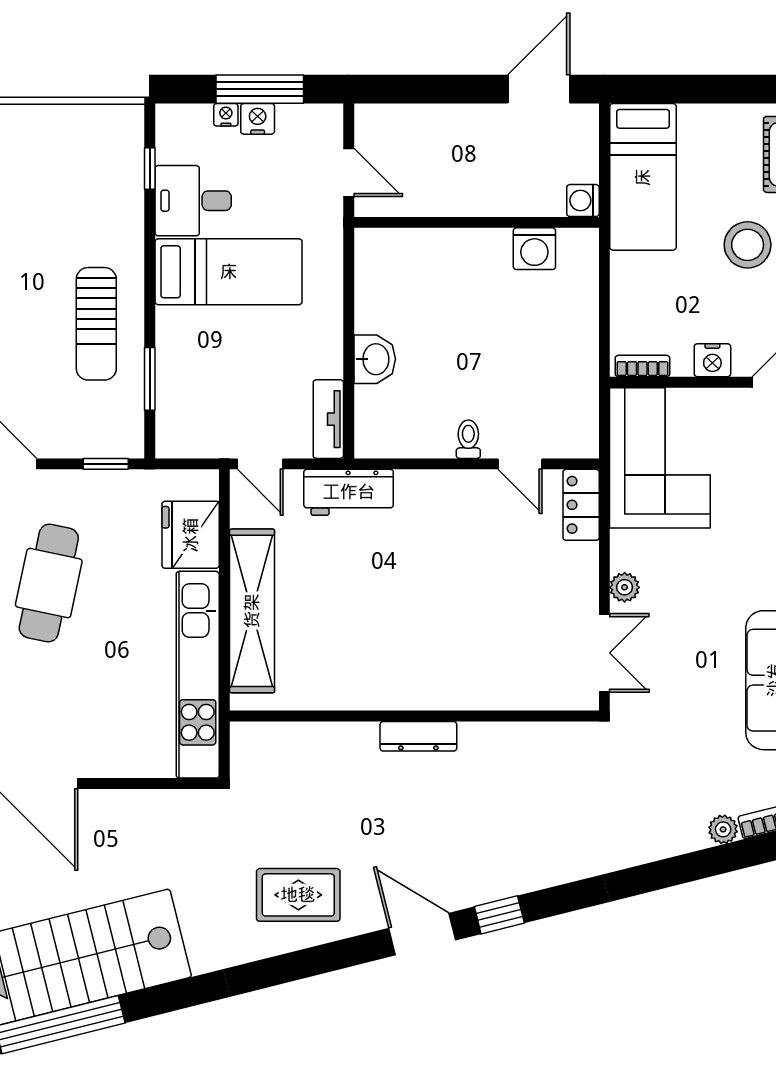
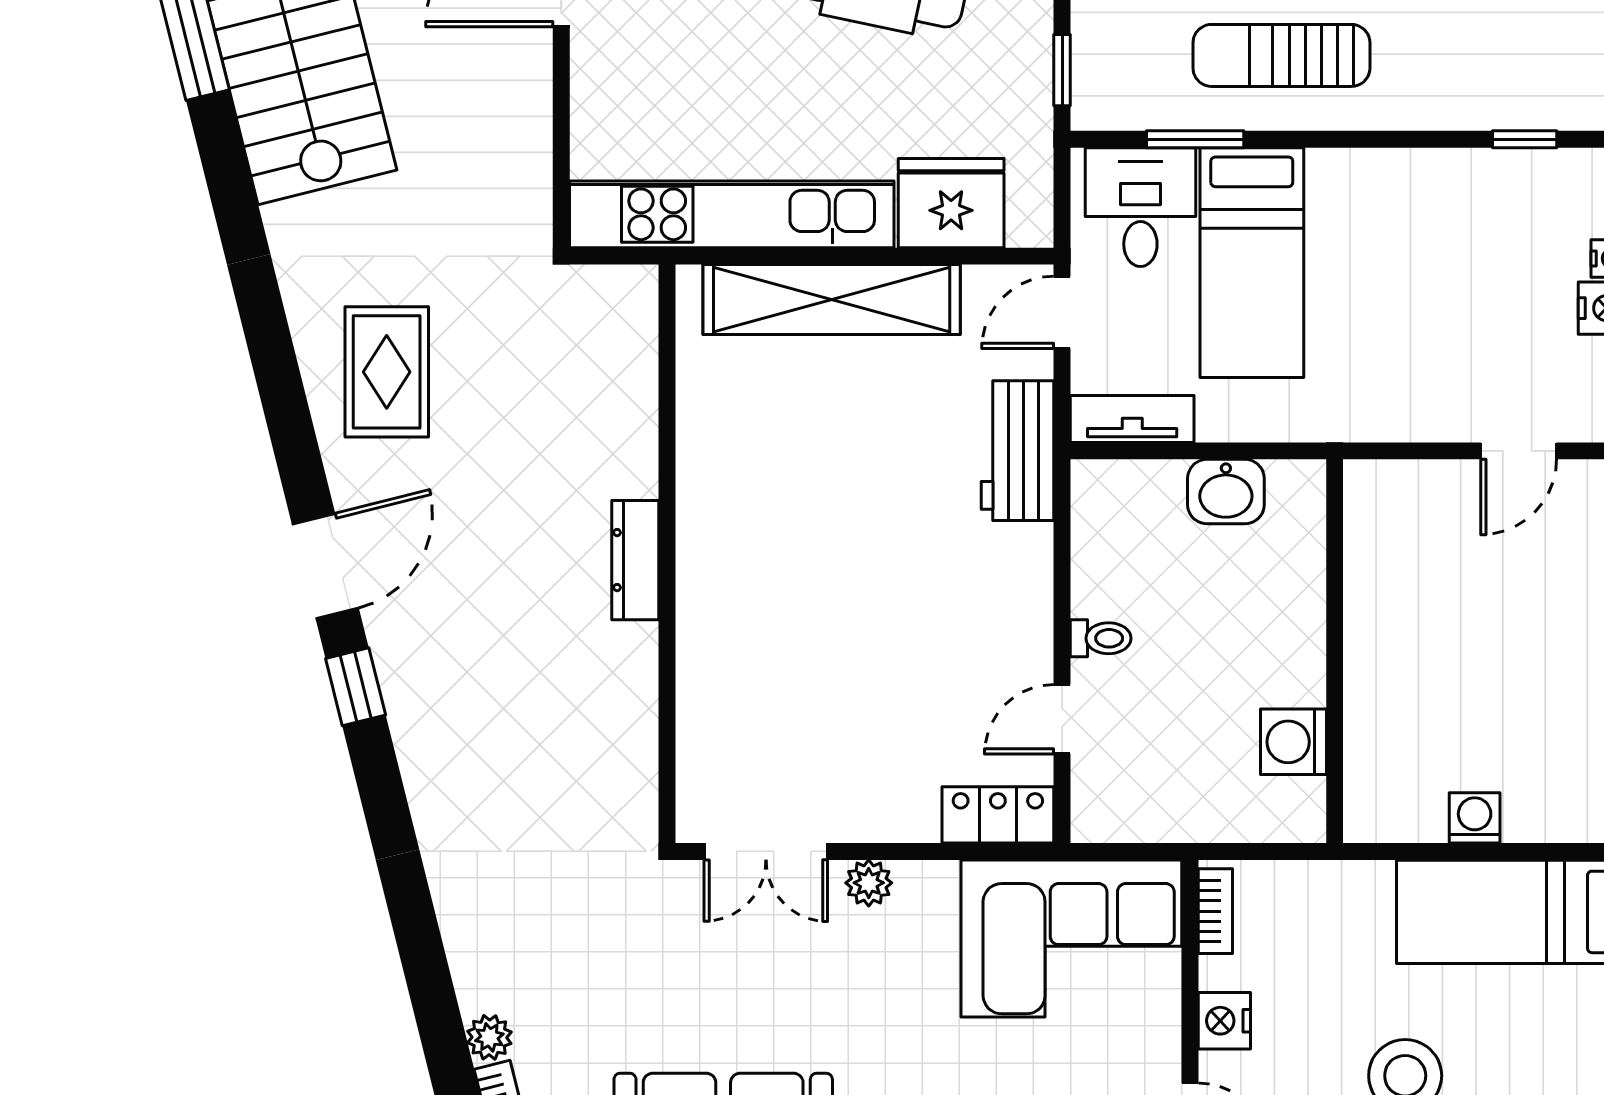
desk: (193, 201) -> (1140, 207), moved
wall: (477, 222) -> (1335, 651), moved
washing machine: (534, 249) -> (1293, 742), moved
bed: (229, 272) -> (1252, 263), moved

